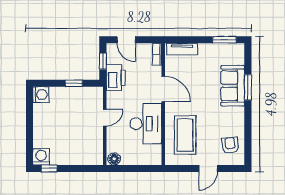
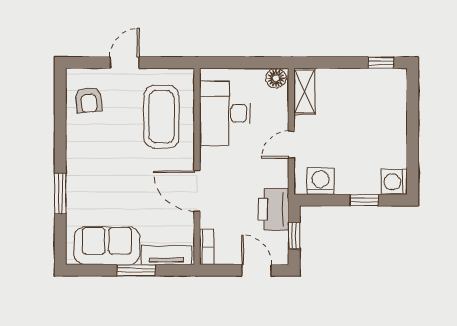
window: (224, 40) -> (136, 270), moved
window: (74, 83) -> (364, 200), moved
sofa: (233, 86) -> (107, 246), moved, turned -90
desk: (146, 124) -> (225, 113), moved
shelving: (96, 151) -> (304, 92), added
washing machine: (41, 157) -> (321, 181), moved, turned 180

